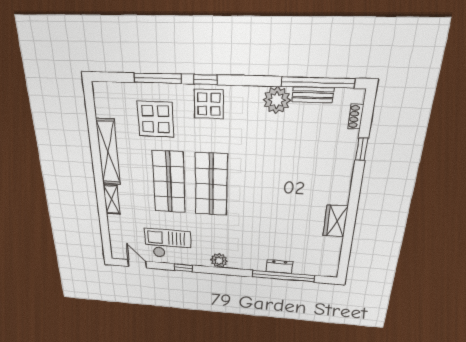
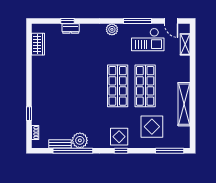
window: (158, 78) -> (170, 151), moved
window: (318, 82) -> (73, 151), moved
shelving: (112, 199) -> (185, 44), moved
wardrobe: (335, 221) -> (38, 44), moved
window: (183, 268) -> (137, 21), width x2.17
window: (283, 276) -> (67, 21), width x0.32

